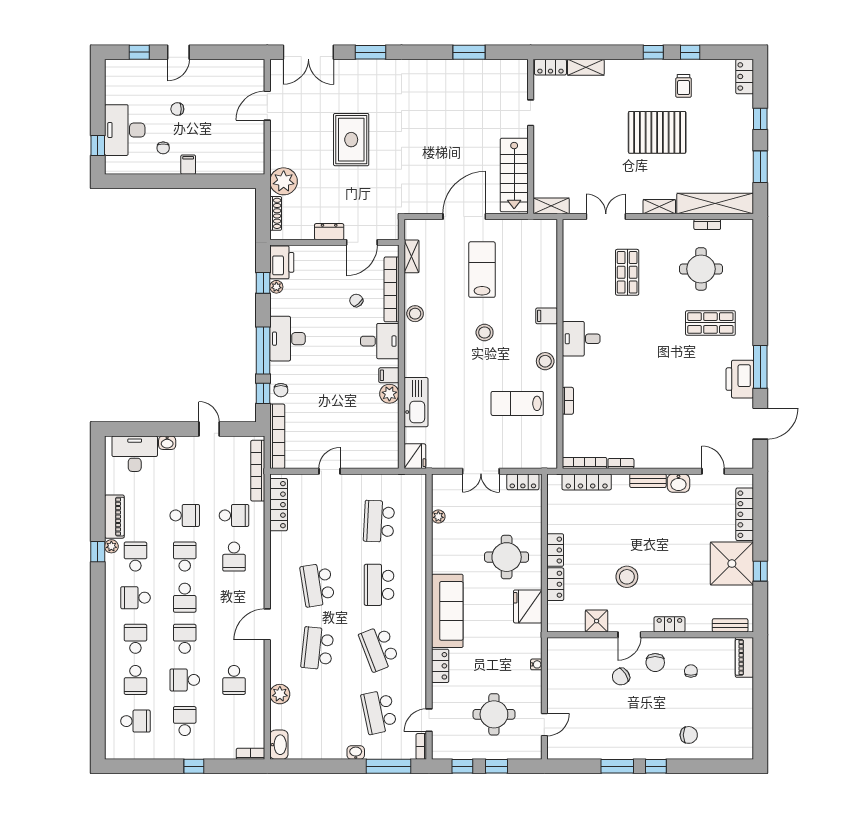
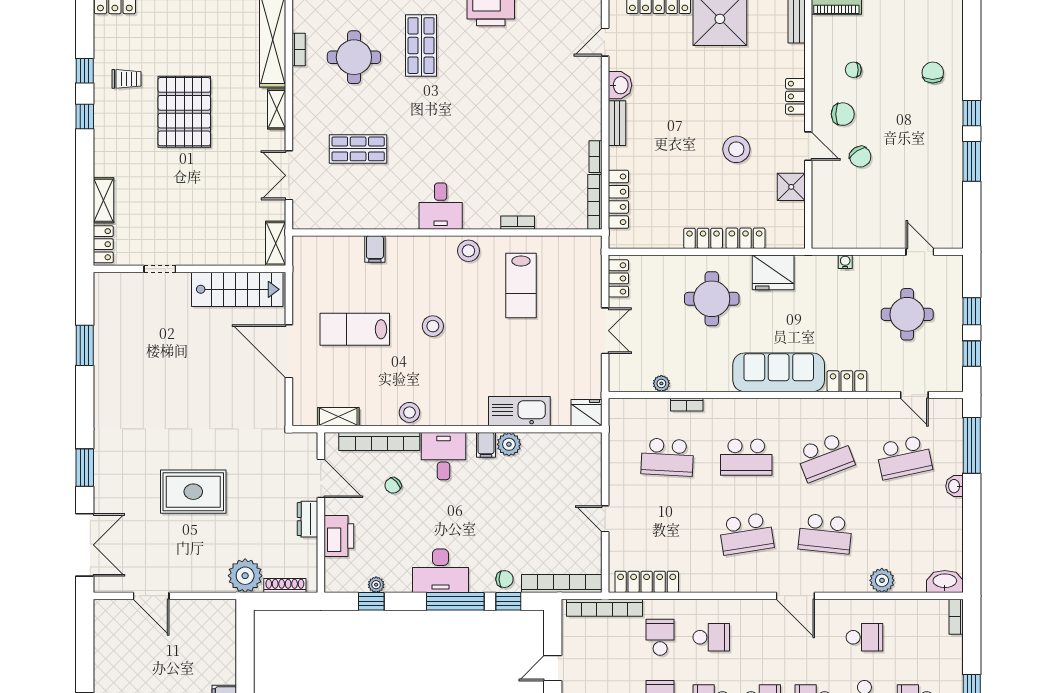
printer: (282, 262) -> (339, 536), moved, turned 90
filing cabinet: (547, 316) -> (375, 249), moved
bookcase: (421, 746) -> (687, 405), moved

